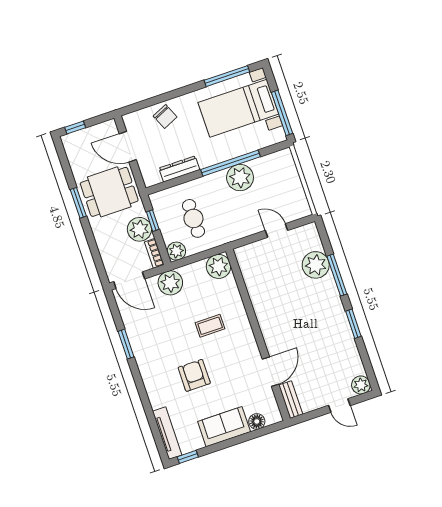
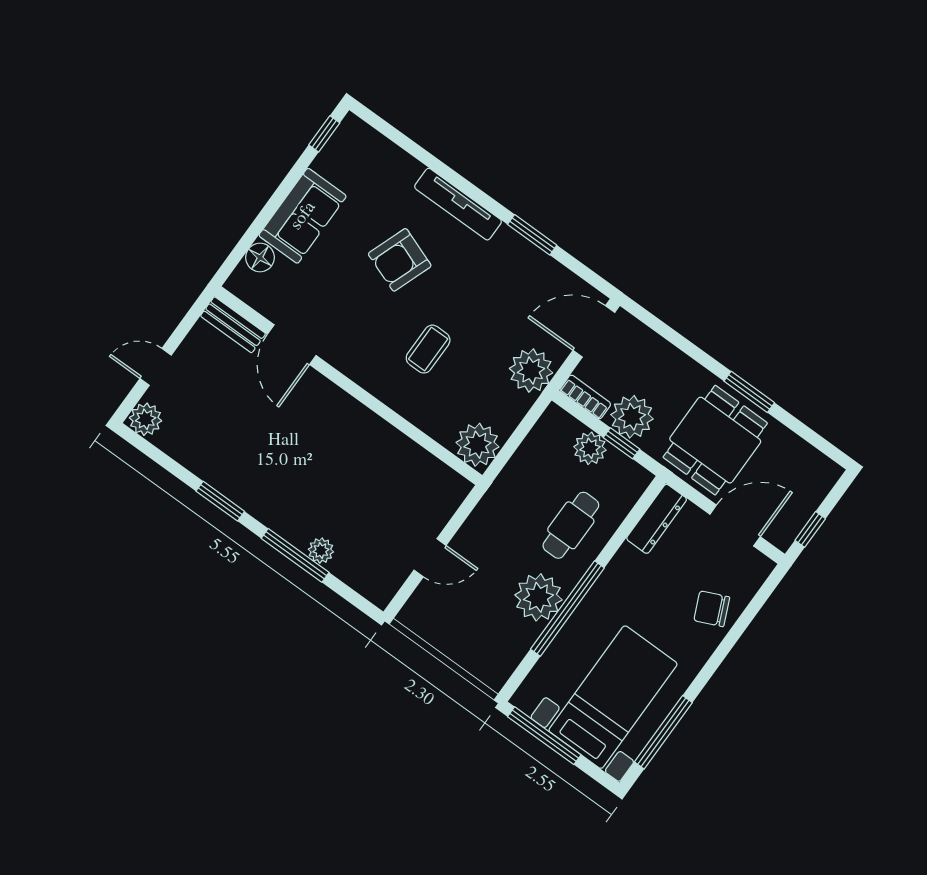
window: (75, 127) -> (810, 529), moved
dresser: (179, 169) -> (657, 519), moved
cafe table: (193, 218) -> (571, 525), moved, turned 90
plant: (176, 251) -> (590, 448), moved
plant: (316, 265) -> (321, 551), width x0.53, depth x0.53
armchair: (194, 375) -> (400, 260), turned 110
tv unit: (167, 433) -> (458, 204), moved

